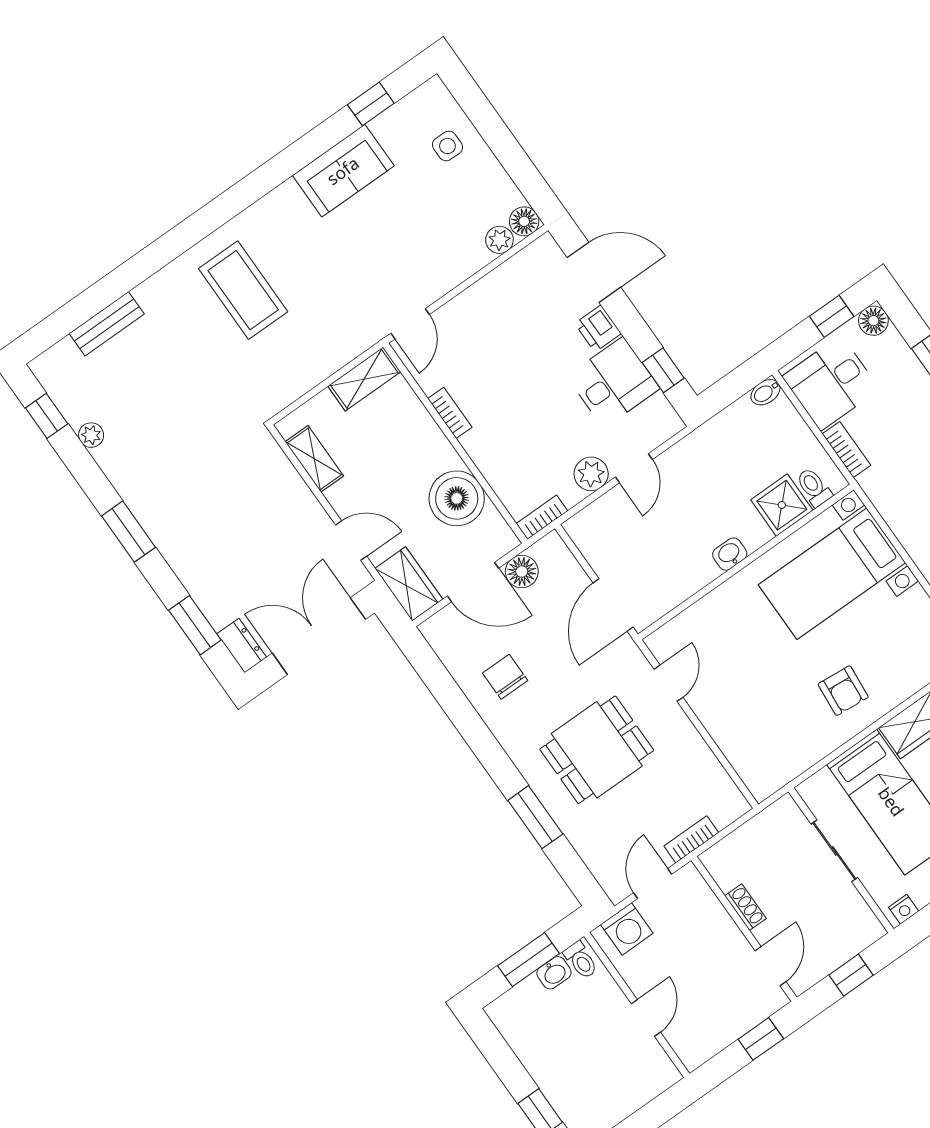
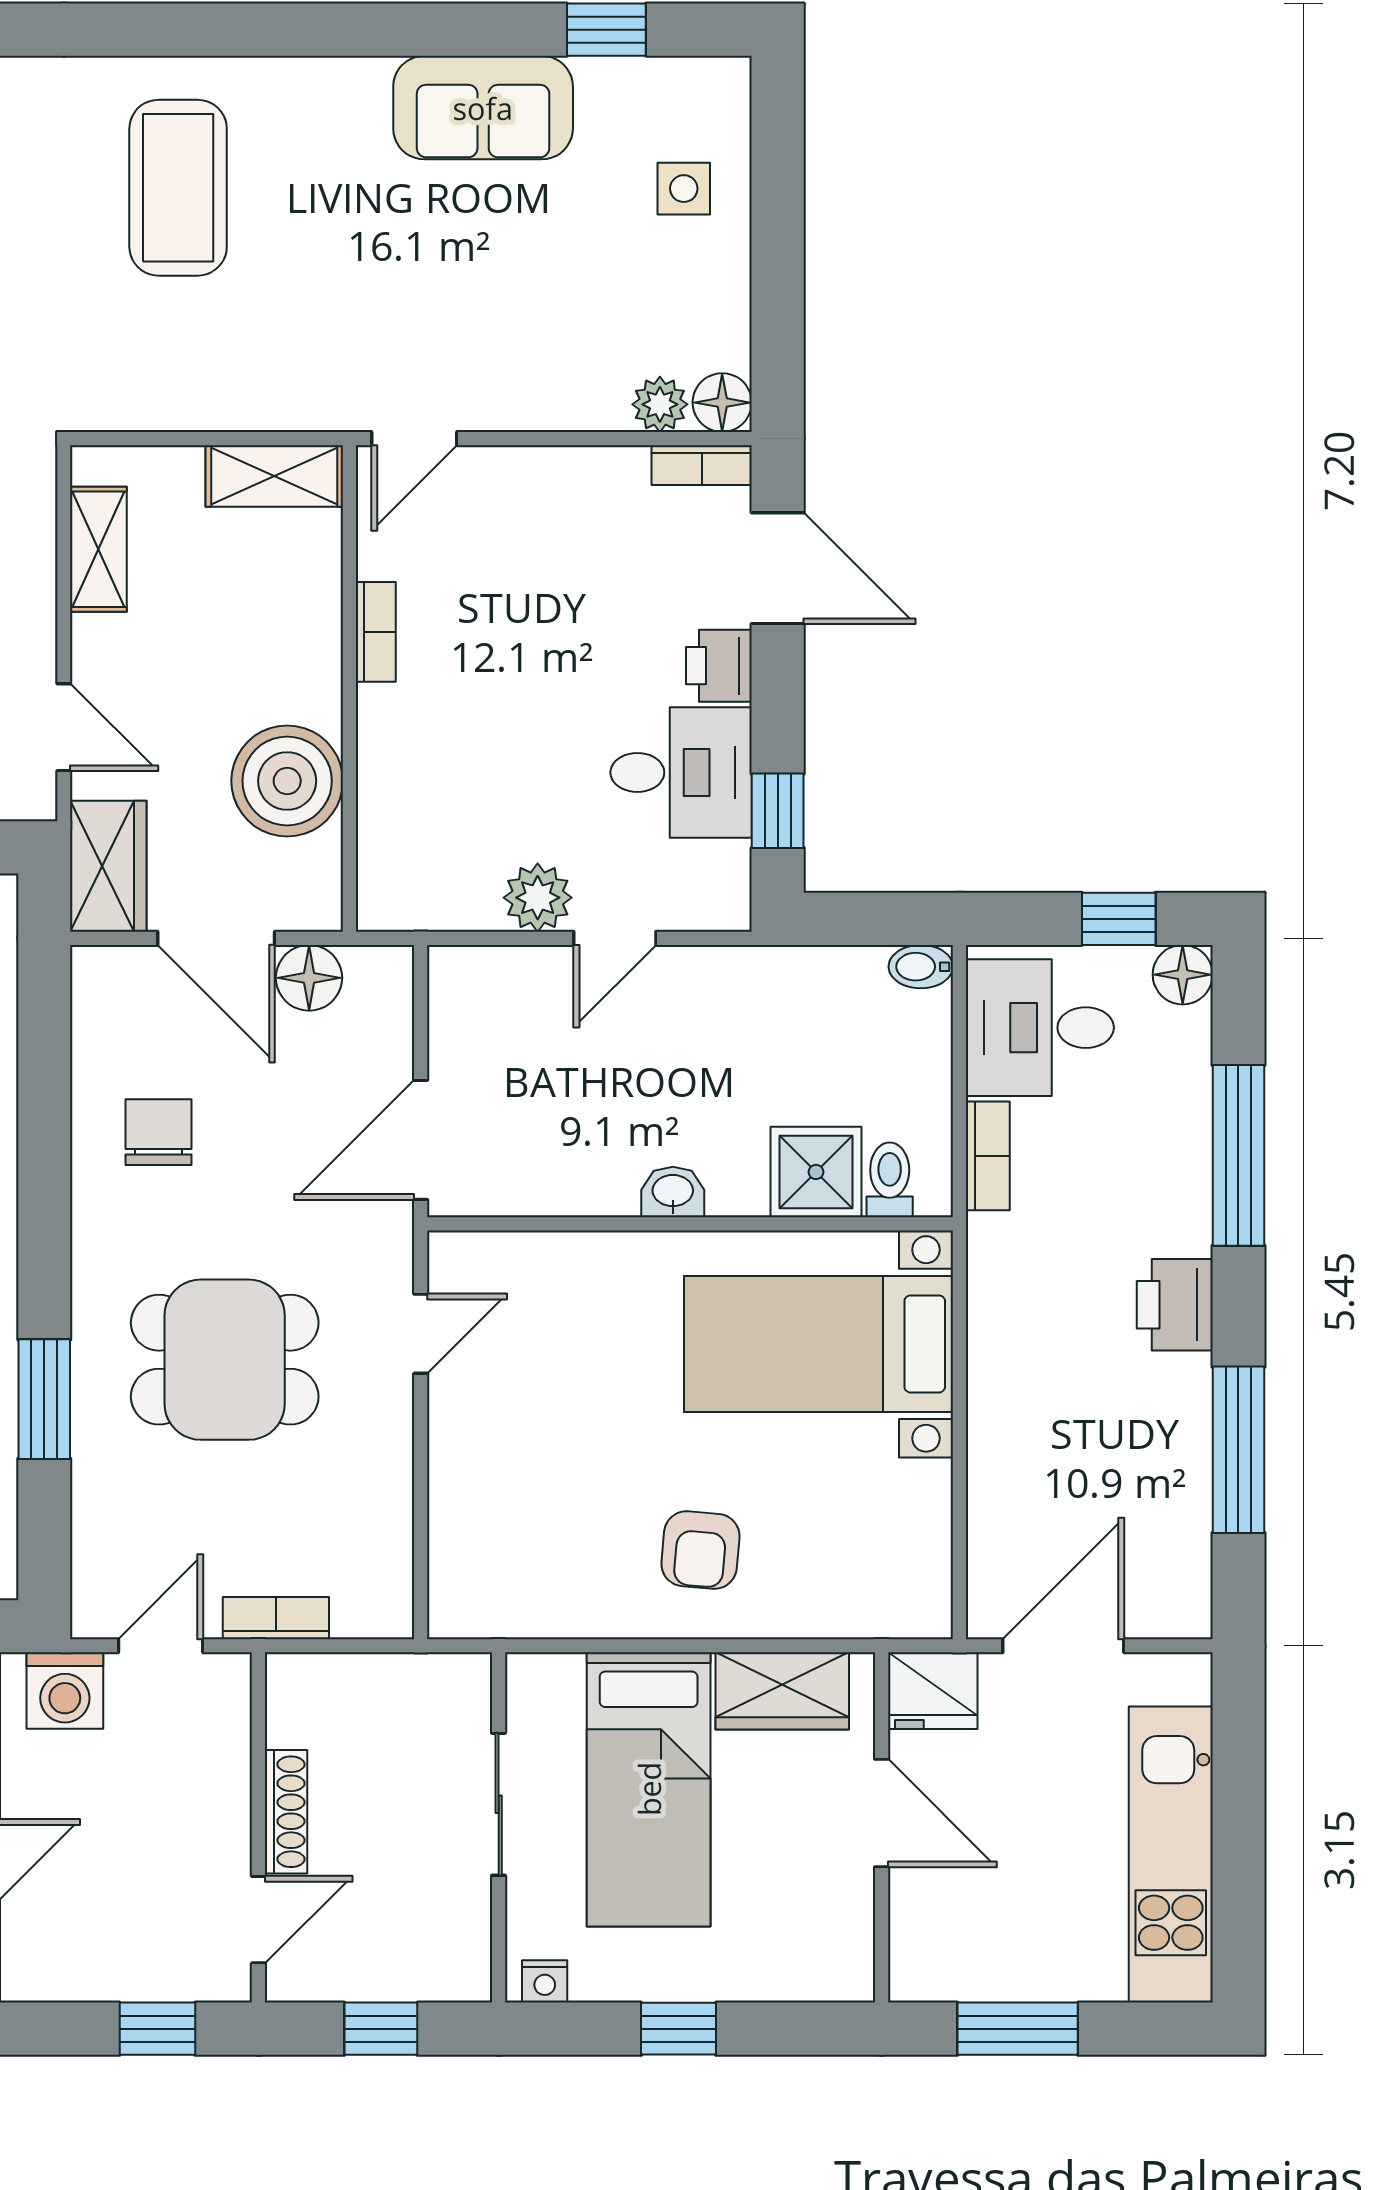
bookcase: (542, 517) -> (702, 465), moved, turned 180
shoe rack: (745, 907) -> (286, 1812), width x1.43

